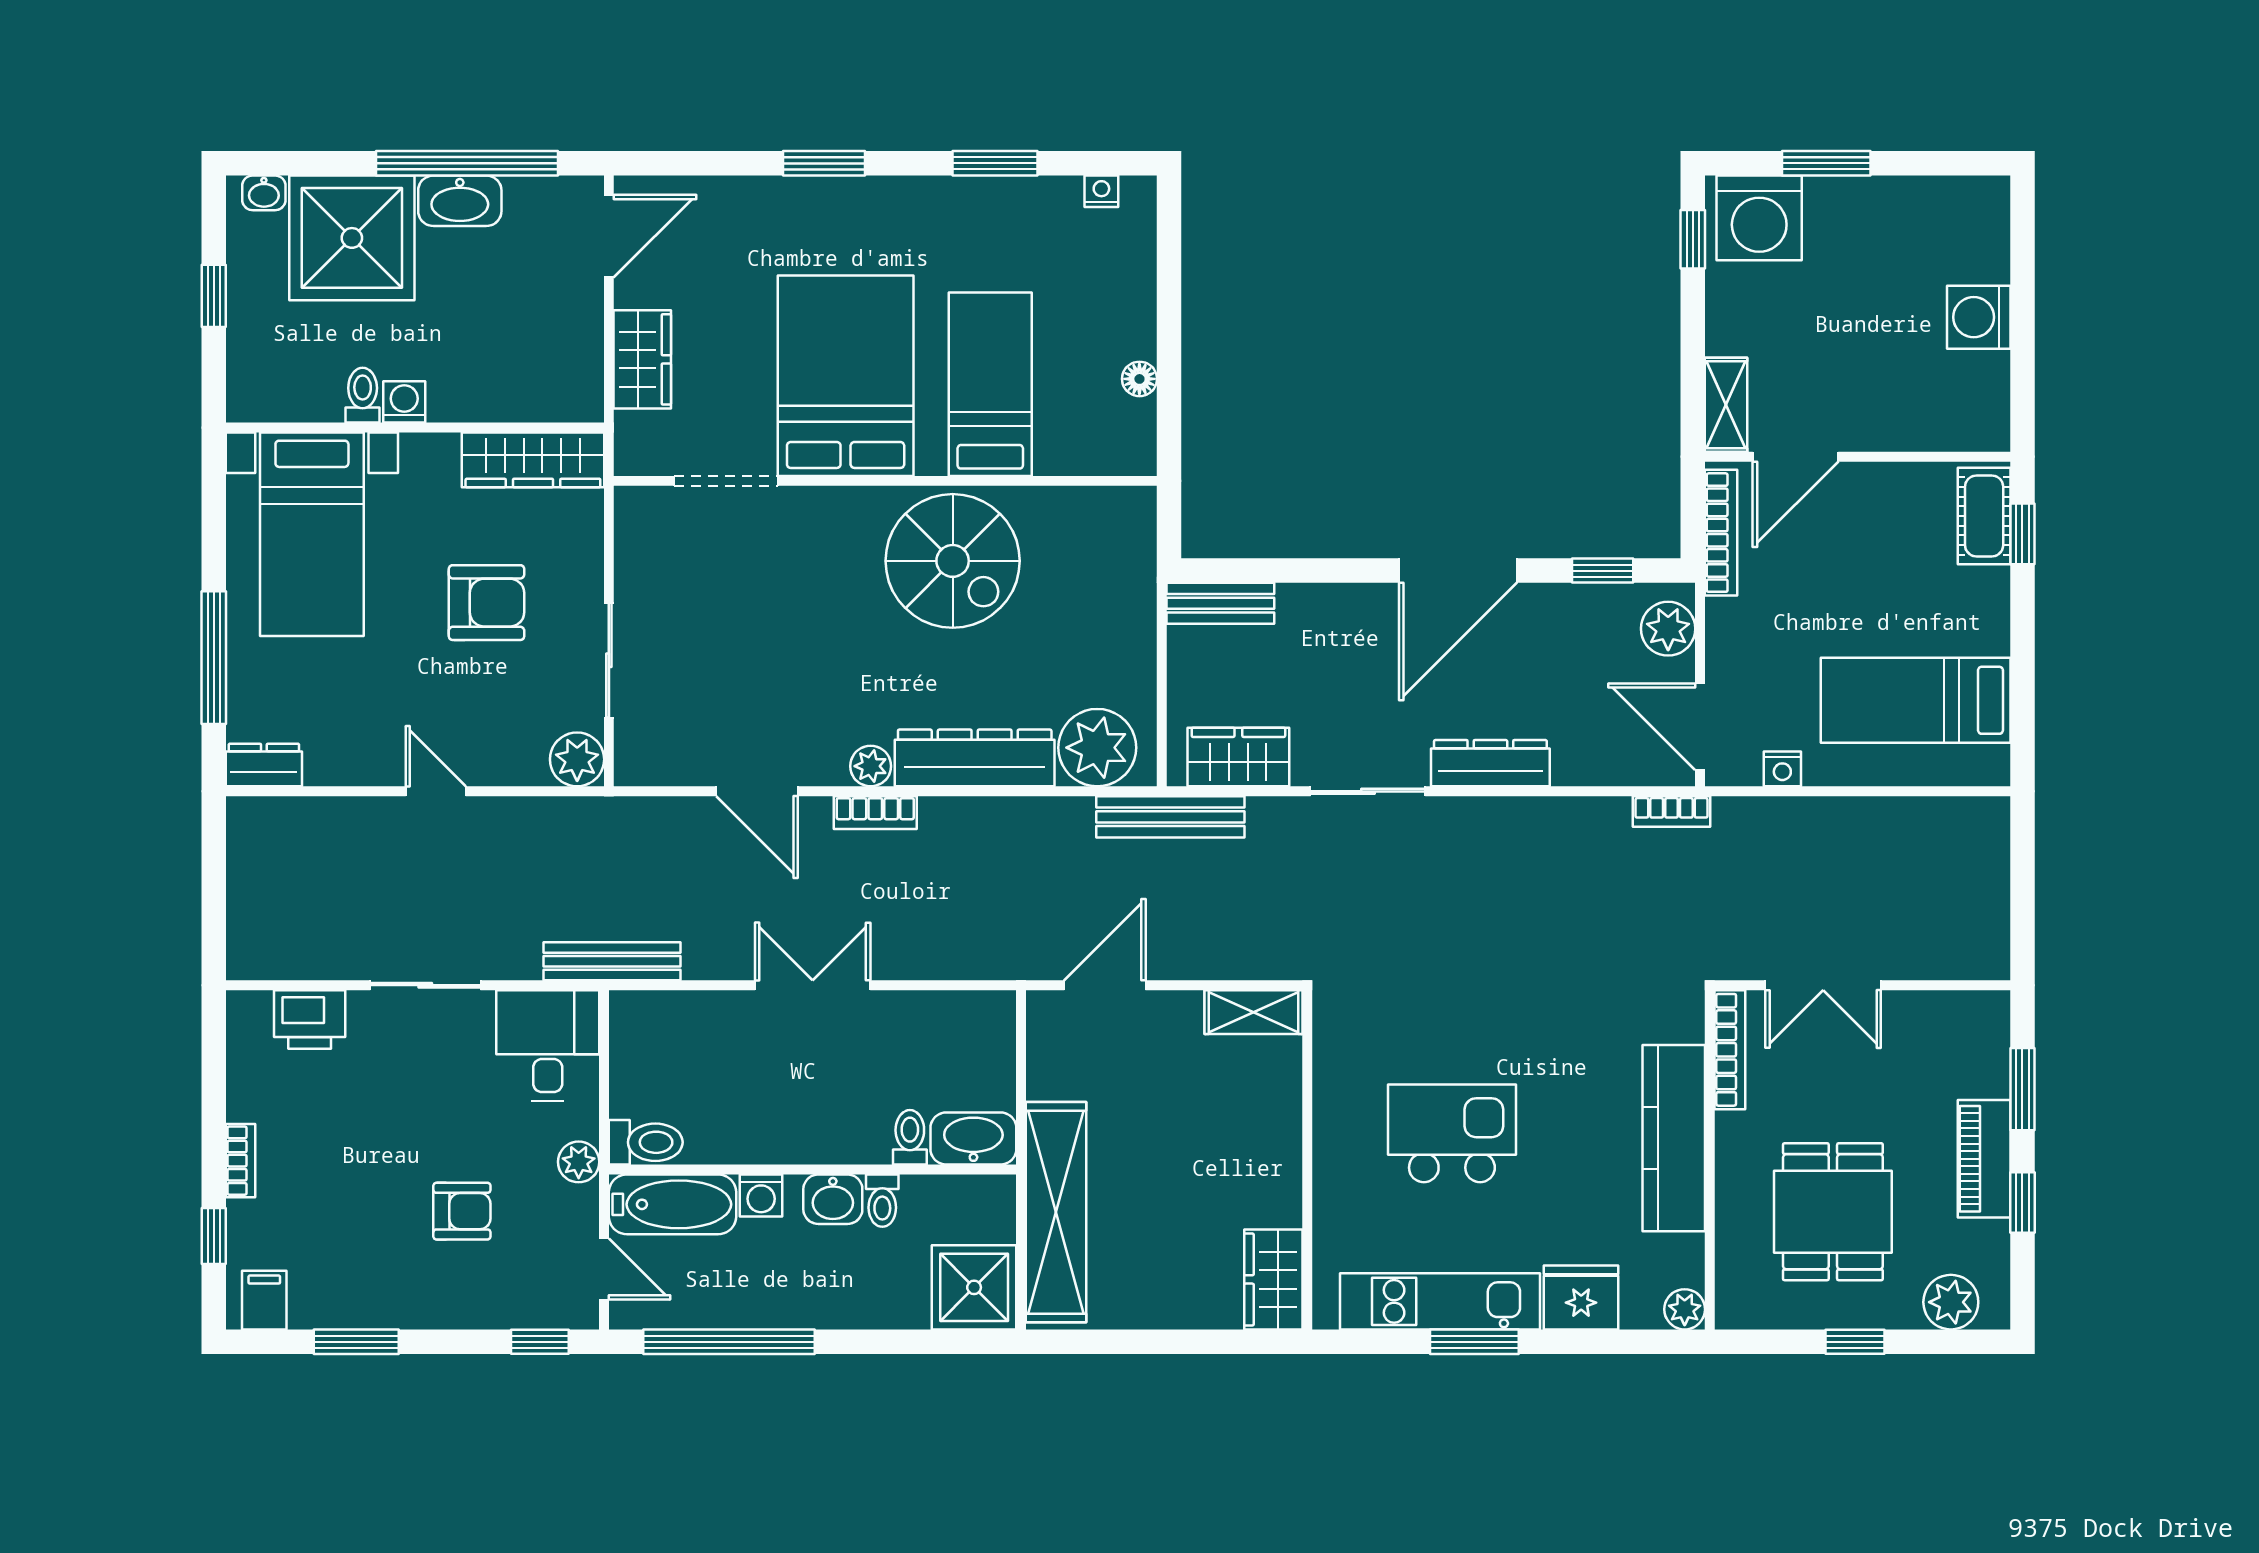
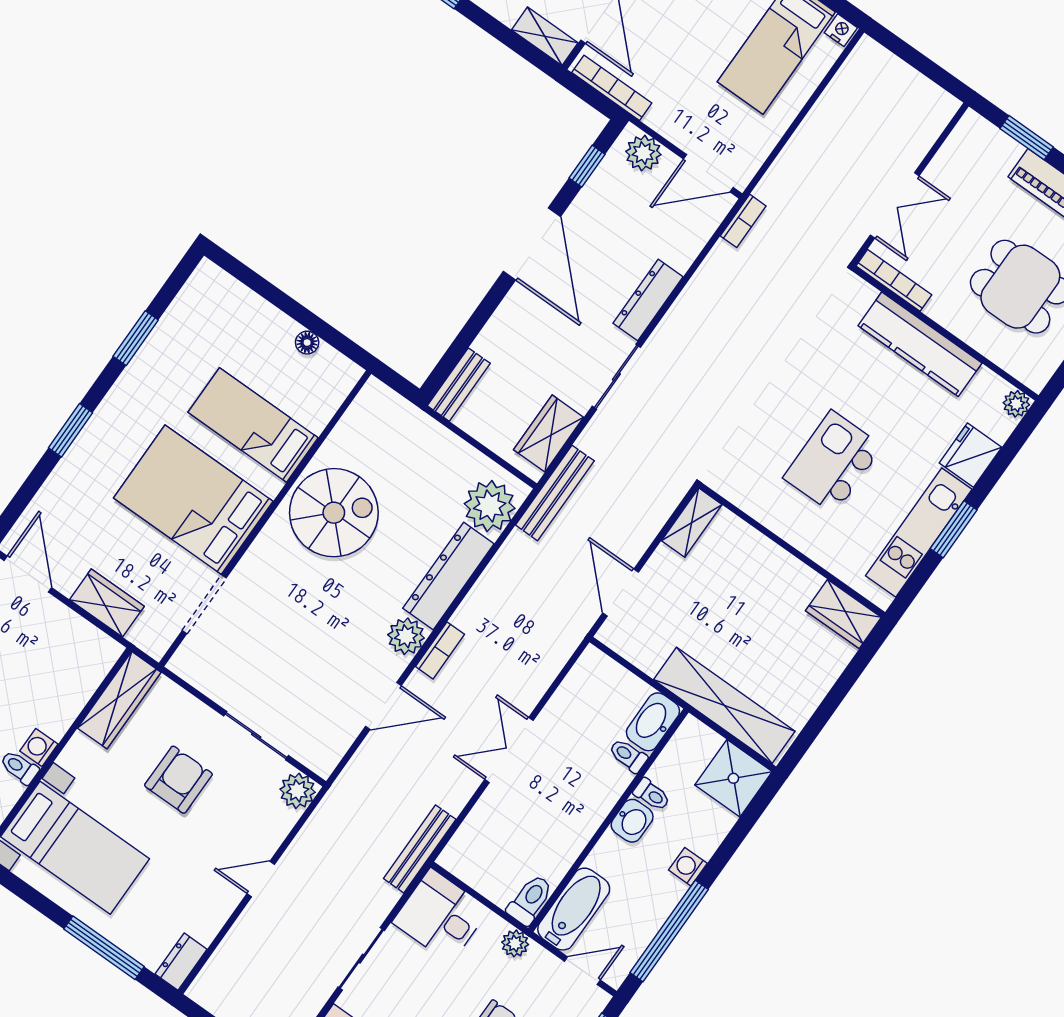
nightstand: (1101, 191) -> (191, 291), removed
plant: (871, 766) -> (406, 636), width x1.38, depth x1.38
nightstand: (1782, 769) -> (841, 30), moved, turned -90
washing machine: (761, 1195) -> (688, 867), moved, turned 180

